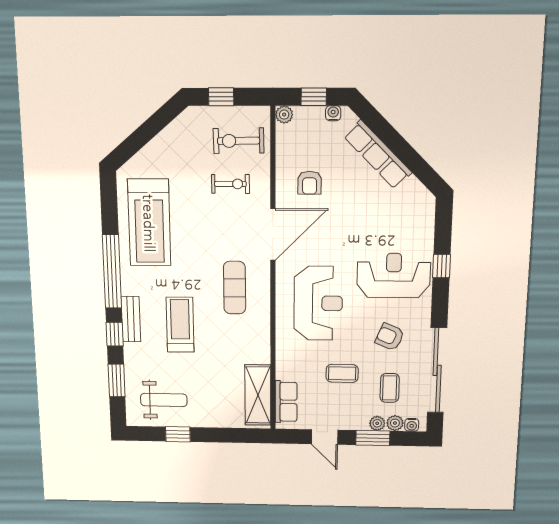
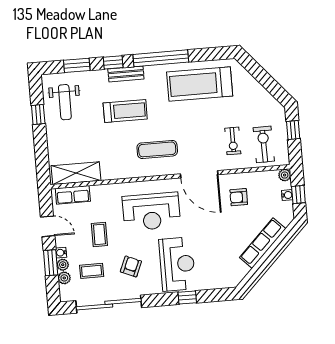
water cooler: (333, 113) -> (287, 195), moved
water cooler: (412, 425) -> (61, 253), moved
door: (325, 437) -> (48, 226), swing flipped

